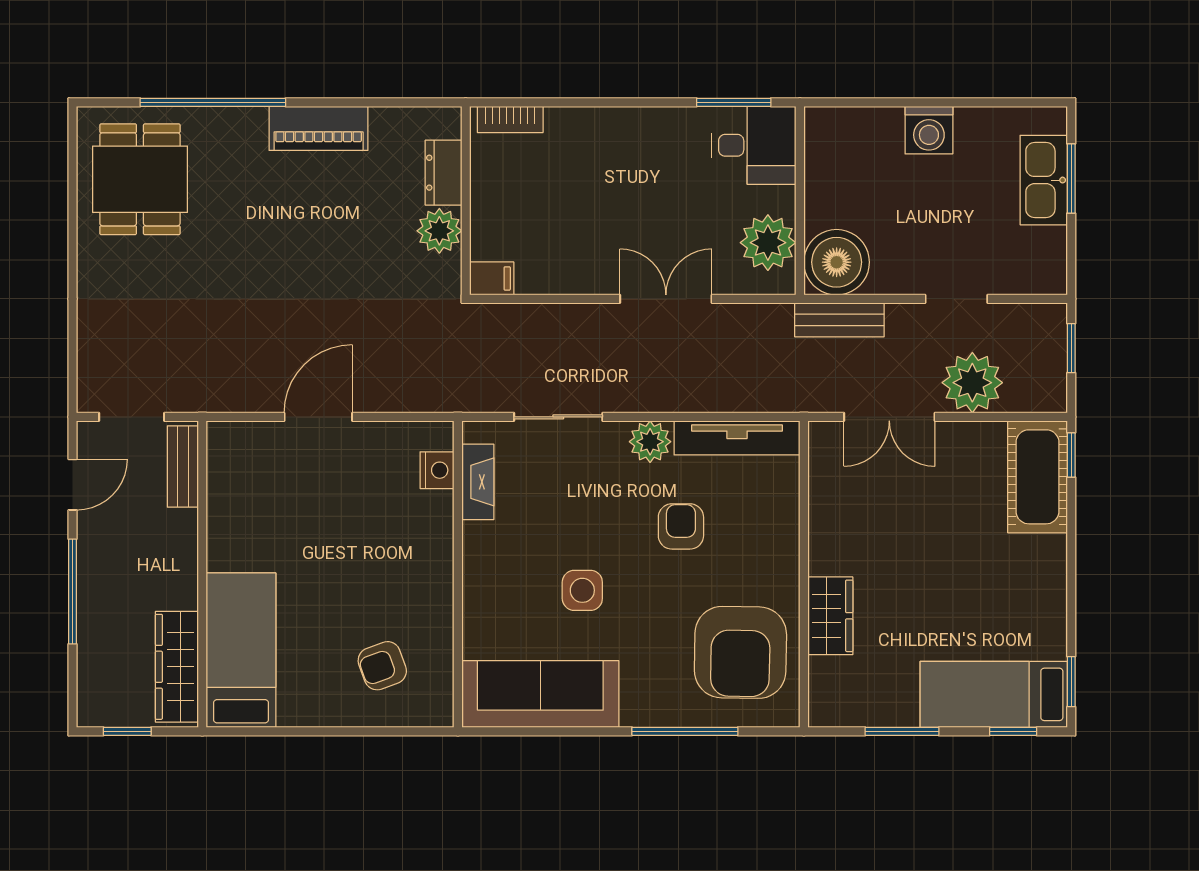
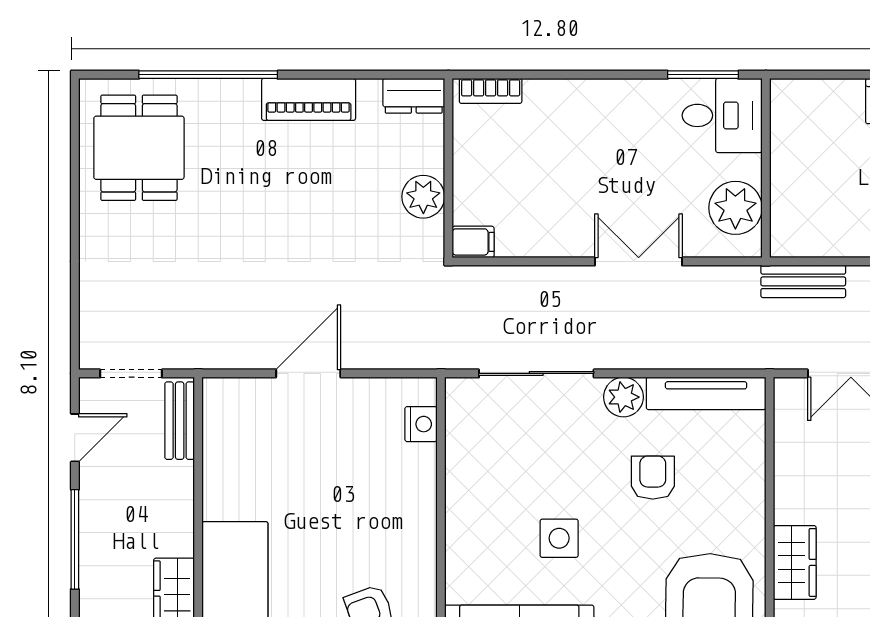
dresser: (444, 173) -> (414, 96), moved, turned -90
boiler: (837, 262) -> (801, 227), removed
sliding door: (558, 417) -> (536, 373), width x1.37
fireplace: (478, 482) -> (460, 435), removed

